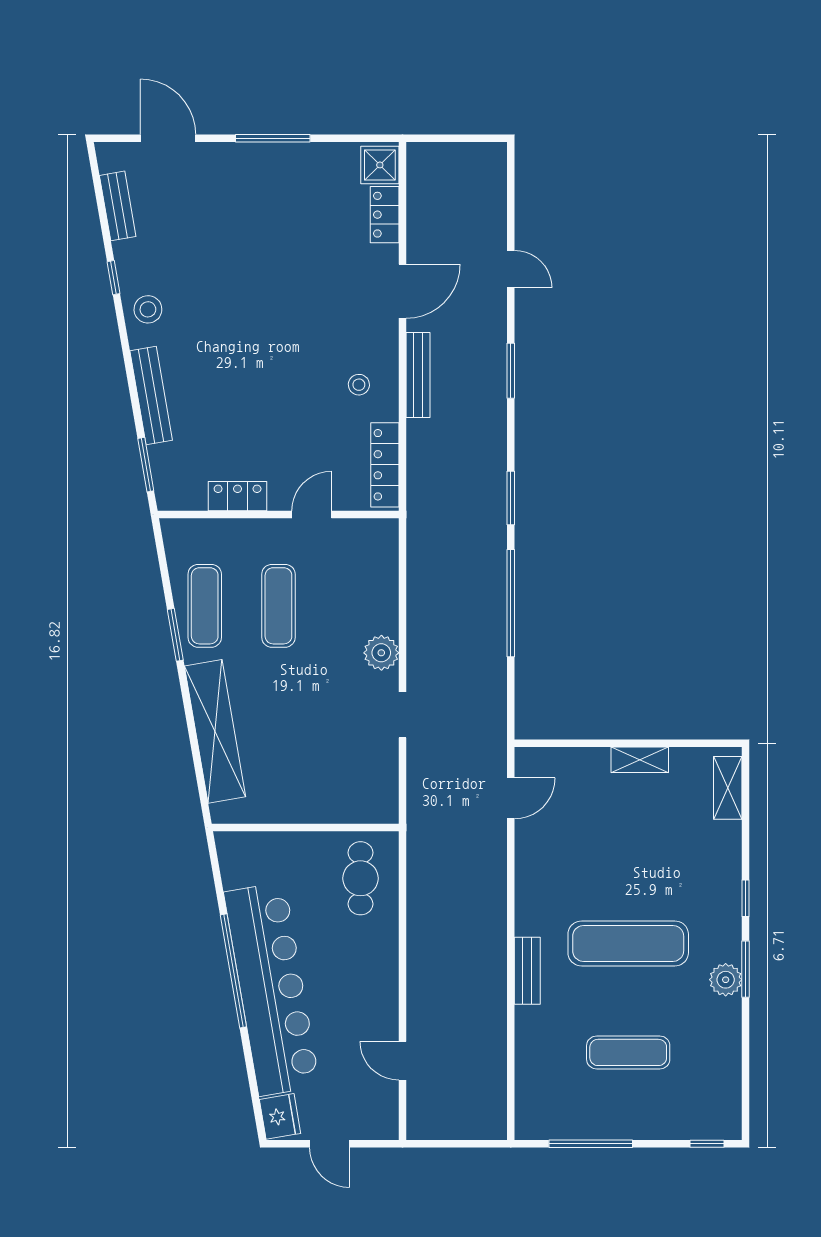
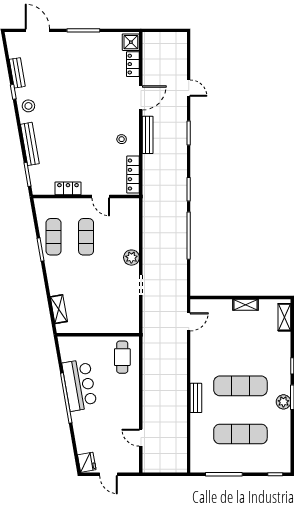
bench: (118, 206) -> (17, 73), moved
door: (312, 515) -> (101, 196), swing flipped
shelving: (215, 731) -> (59, 309), width x0.45, depth x0.75
bar counter: (272, 989) -> (79, 385), width x0.54
exercise mat: (628, 1052) -> (240, 434), width x1.36, depth x1.45

